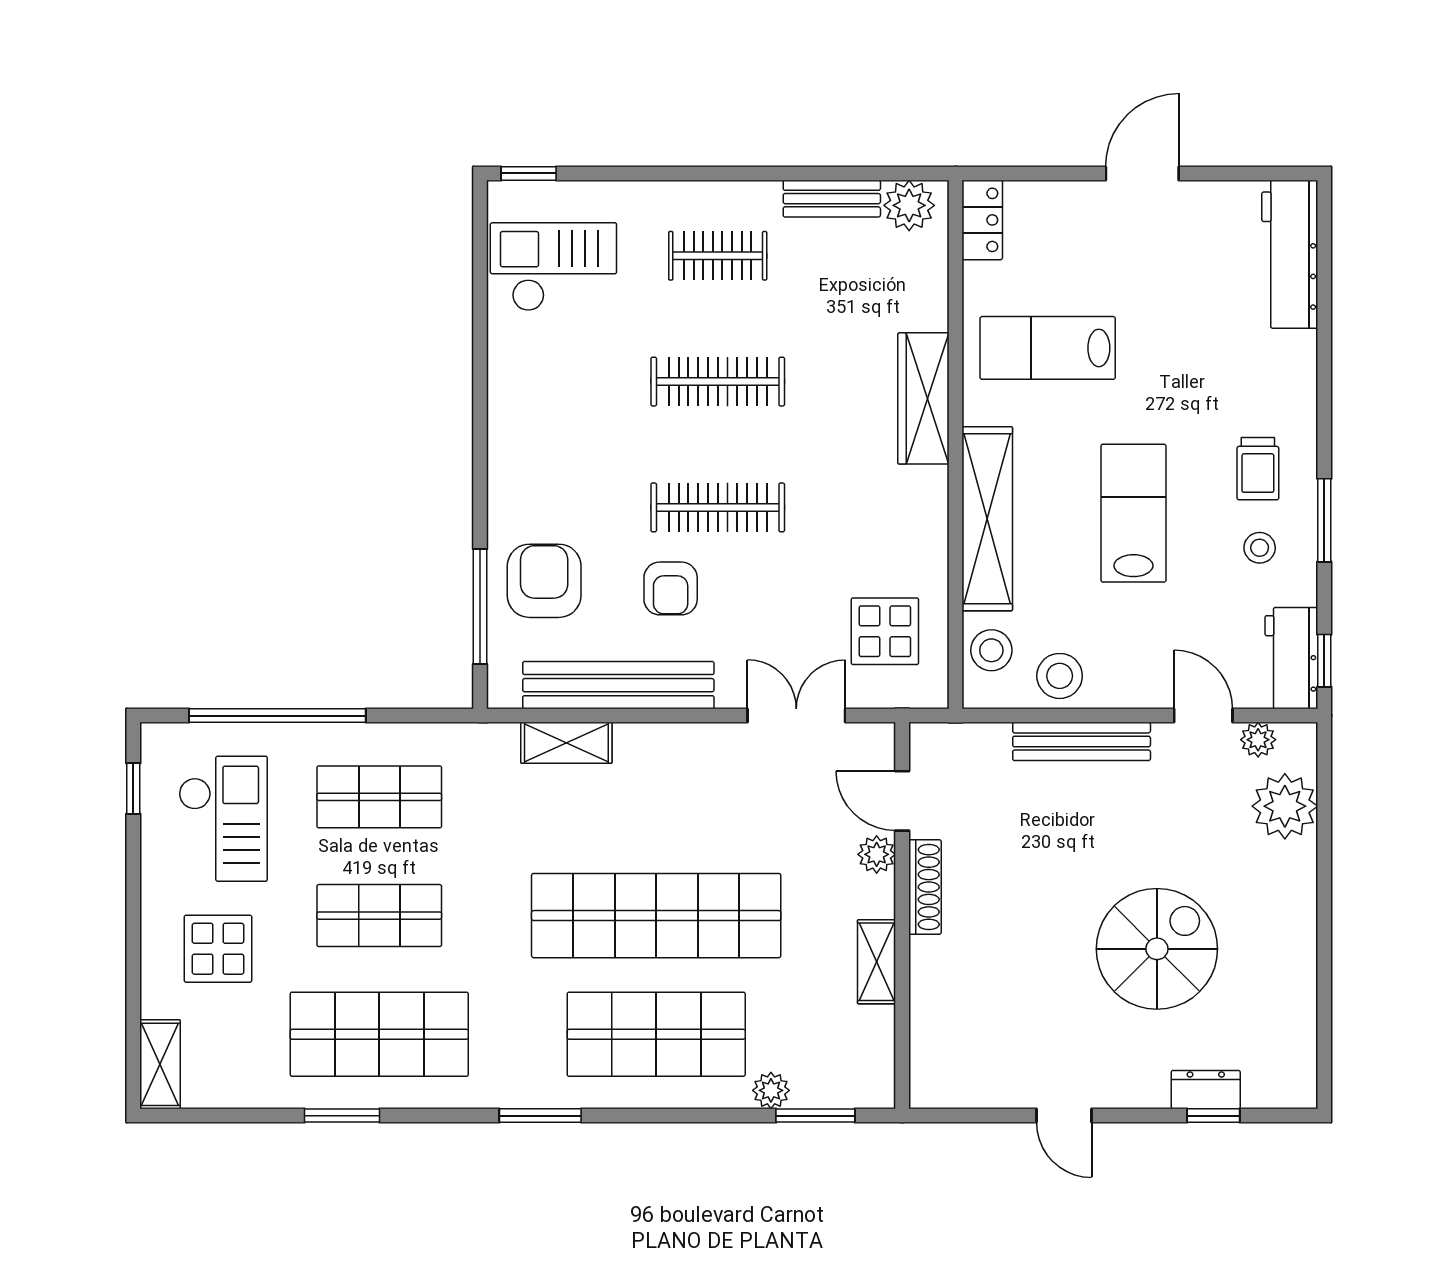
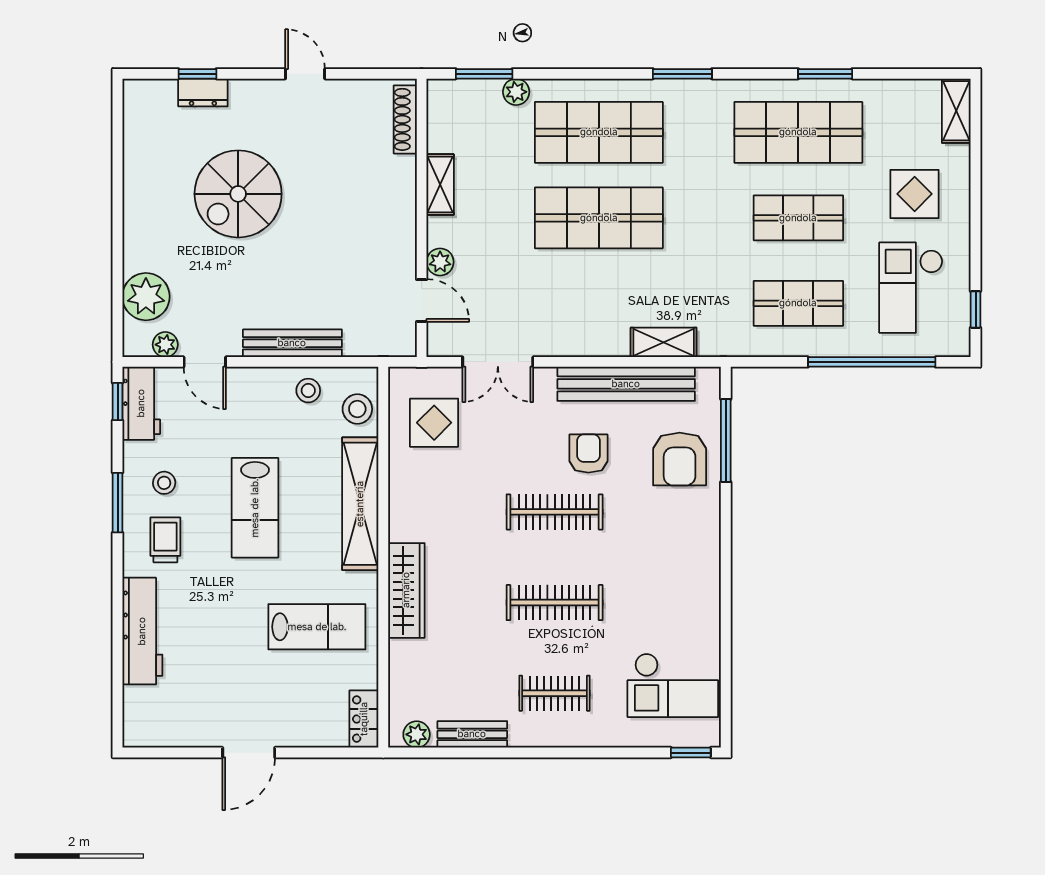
plant: (909, 205) -> (417, 734), width x0.73, depth x0.73
workbench: (1290, 254) -> (142, 631), moved
stool: (1060, 676) -> (308, 391), width x0.73, depth x0.73
shoe rack: (925, 887) -> (405, 119), moved
shop shelf: (656, 916) -> (599, 218), width x0.71

